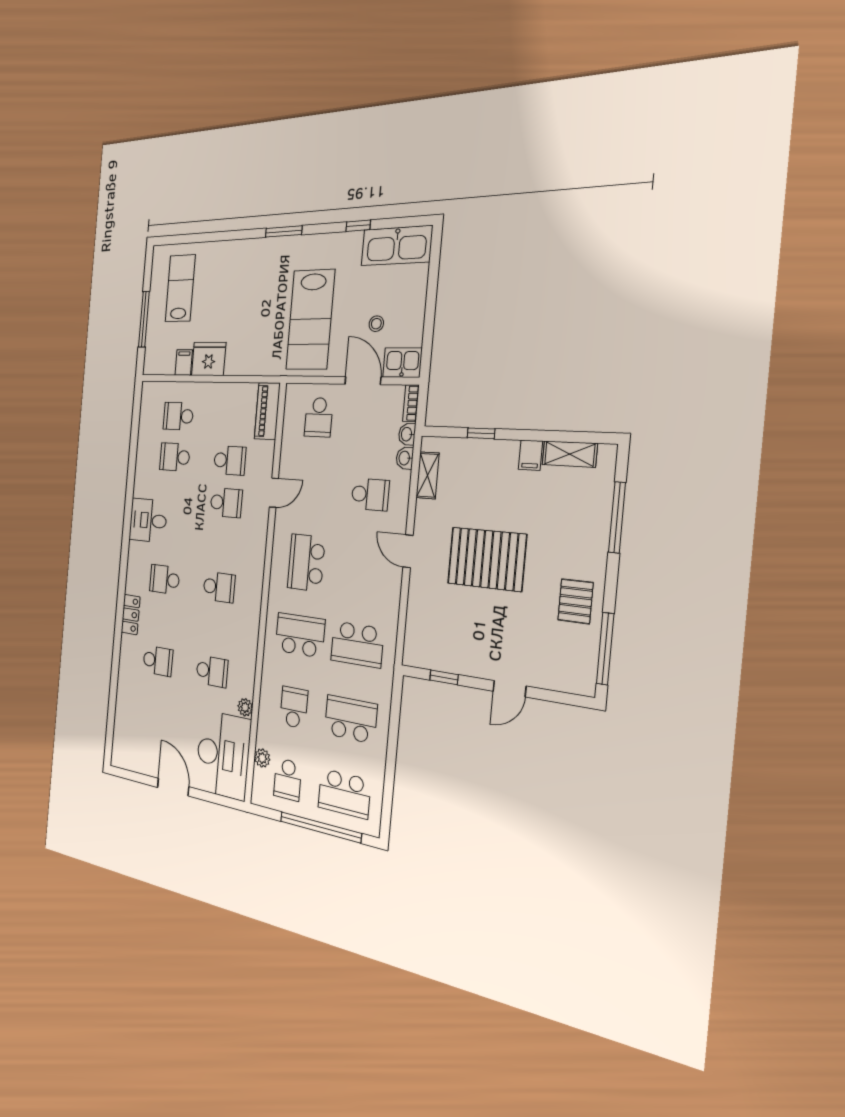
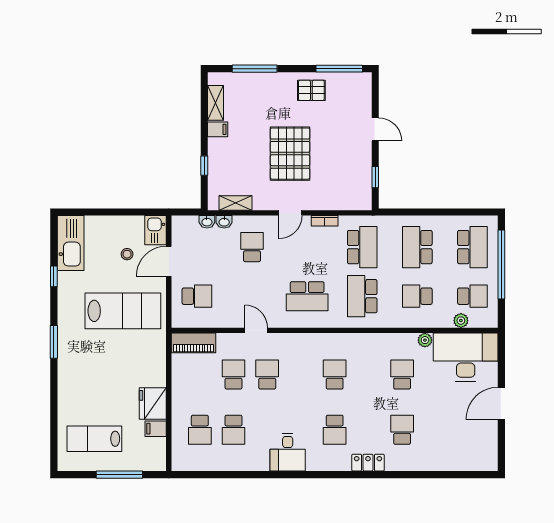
bookcase: (411, 403) -> (325, 221), moved

